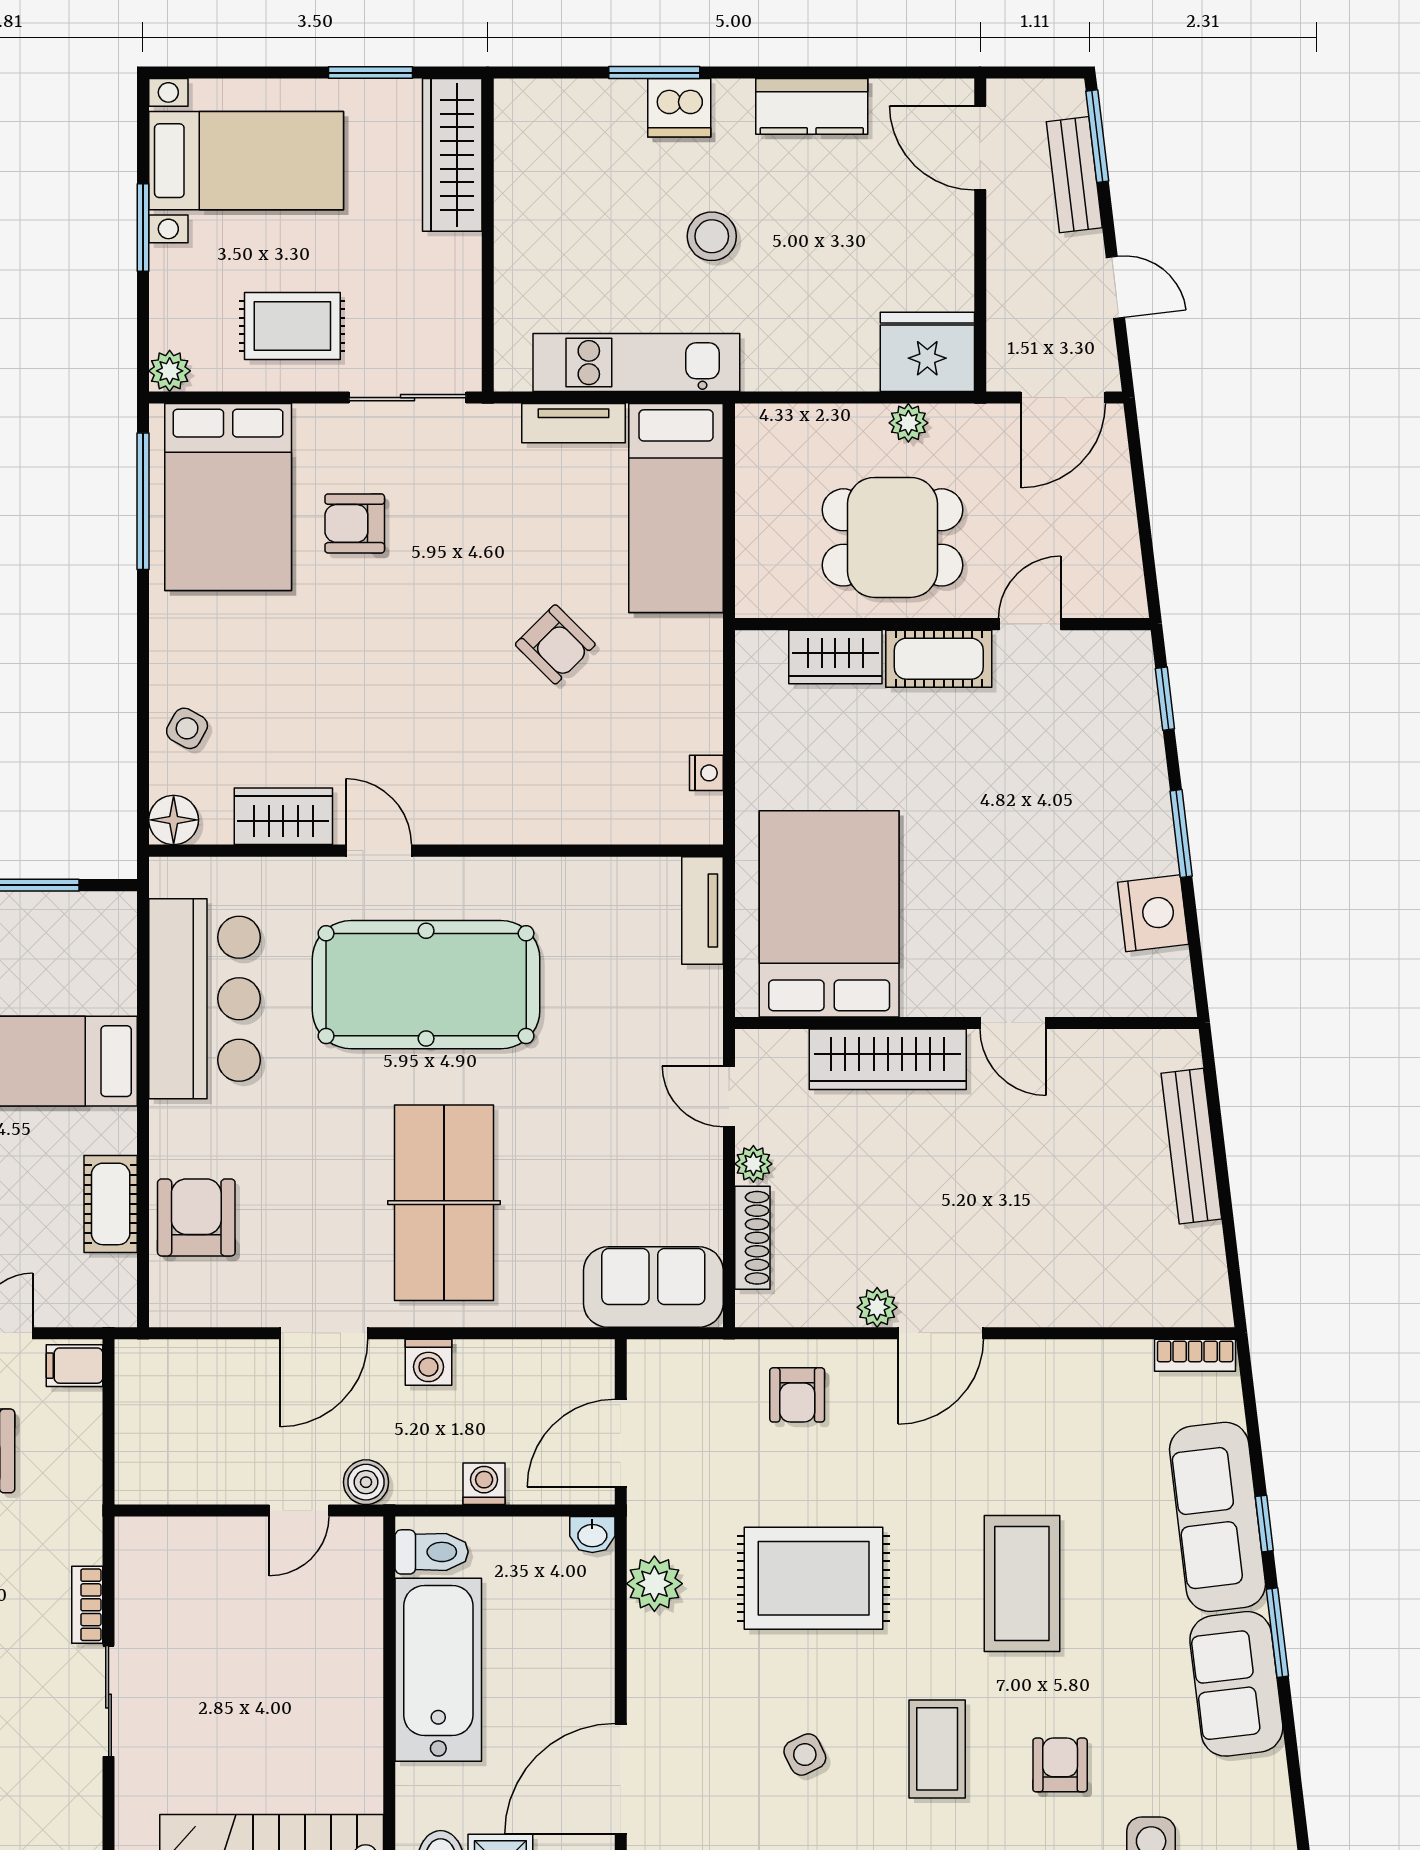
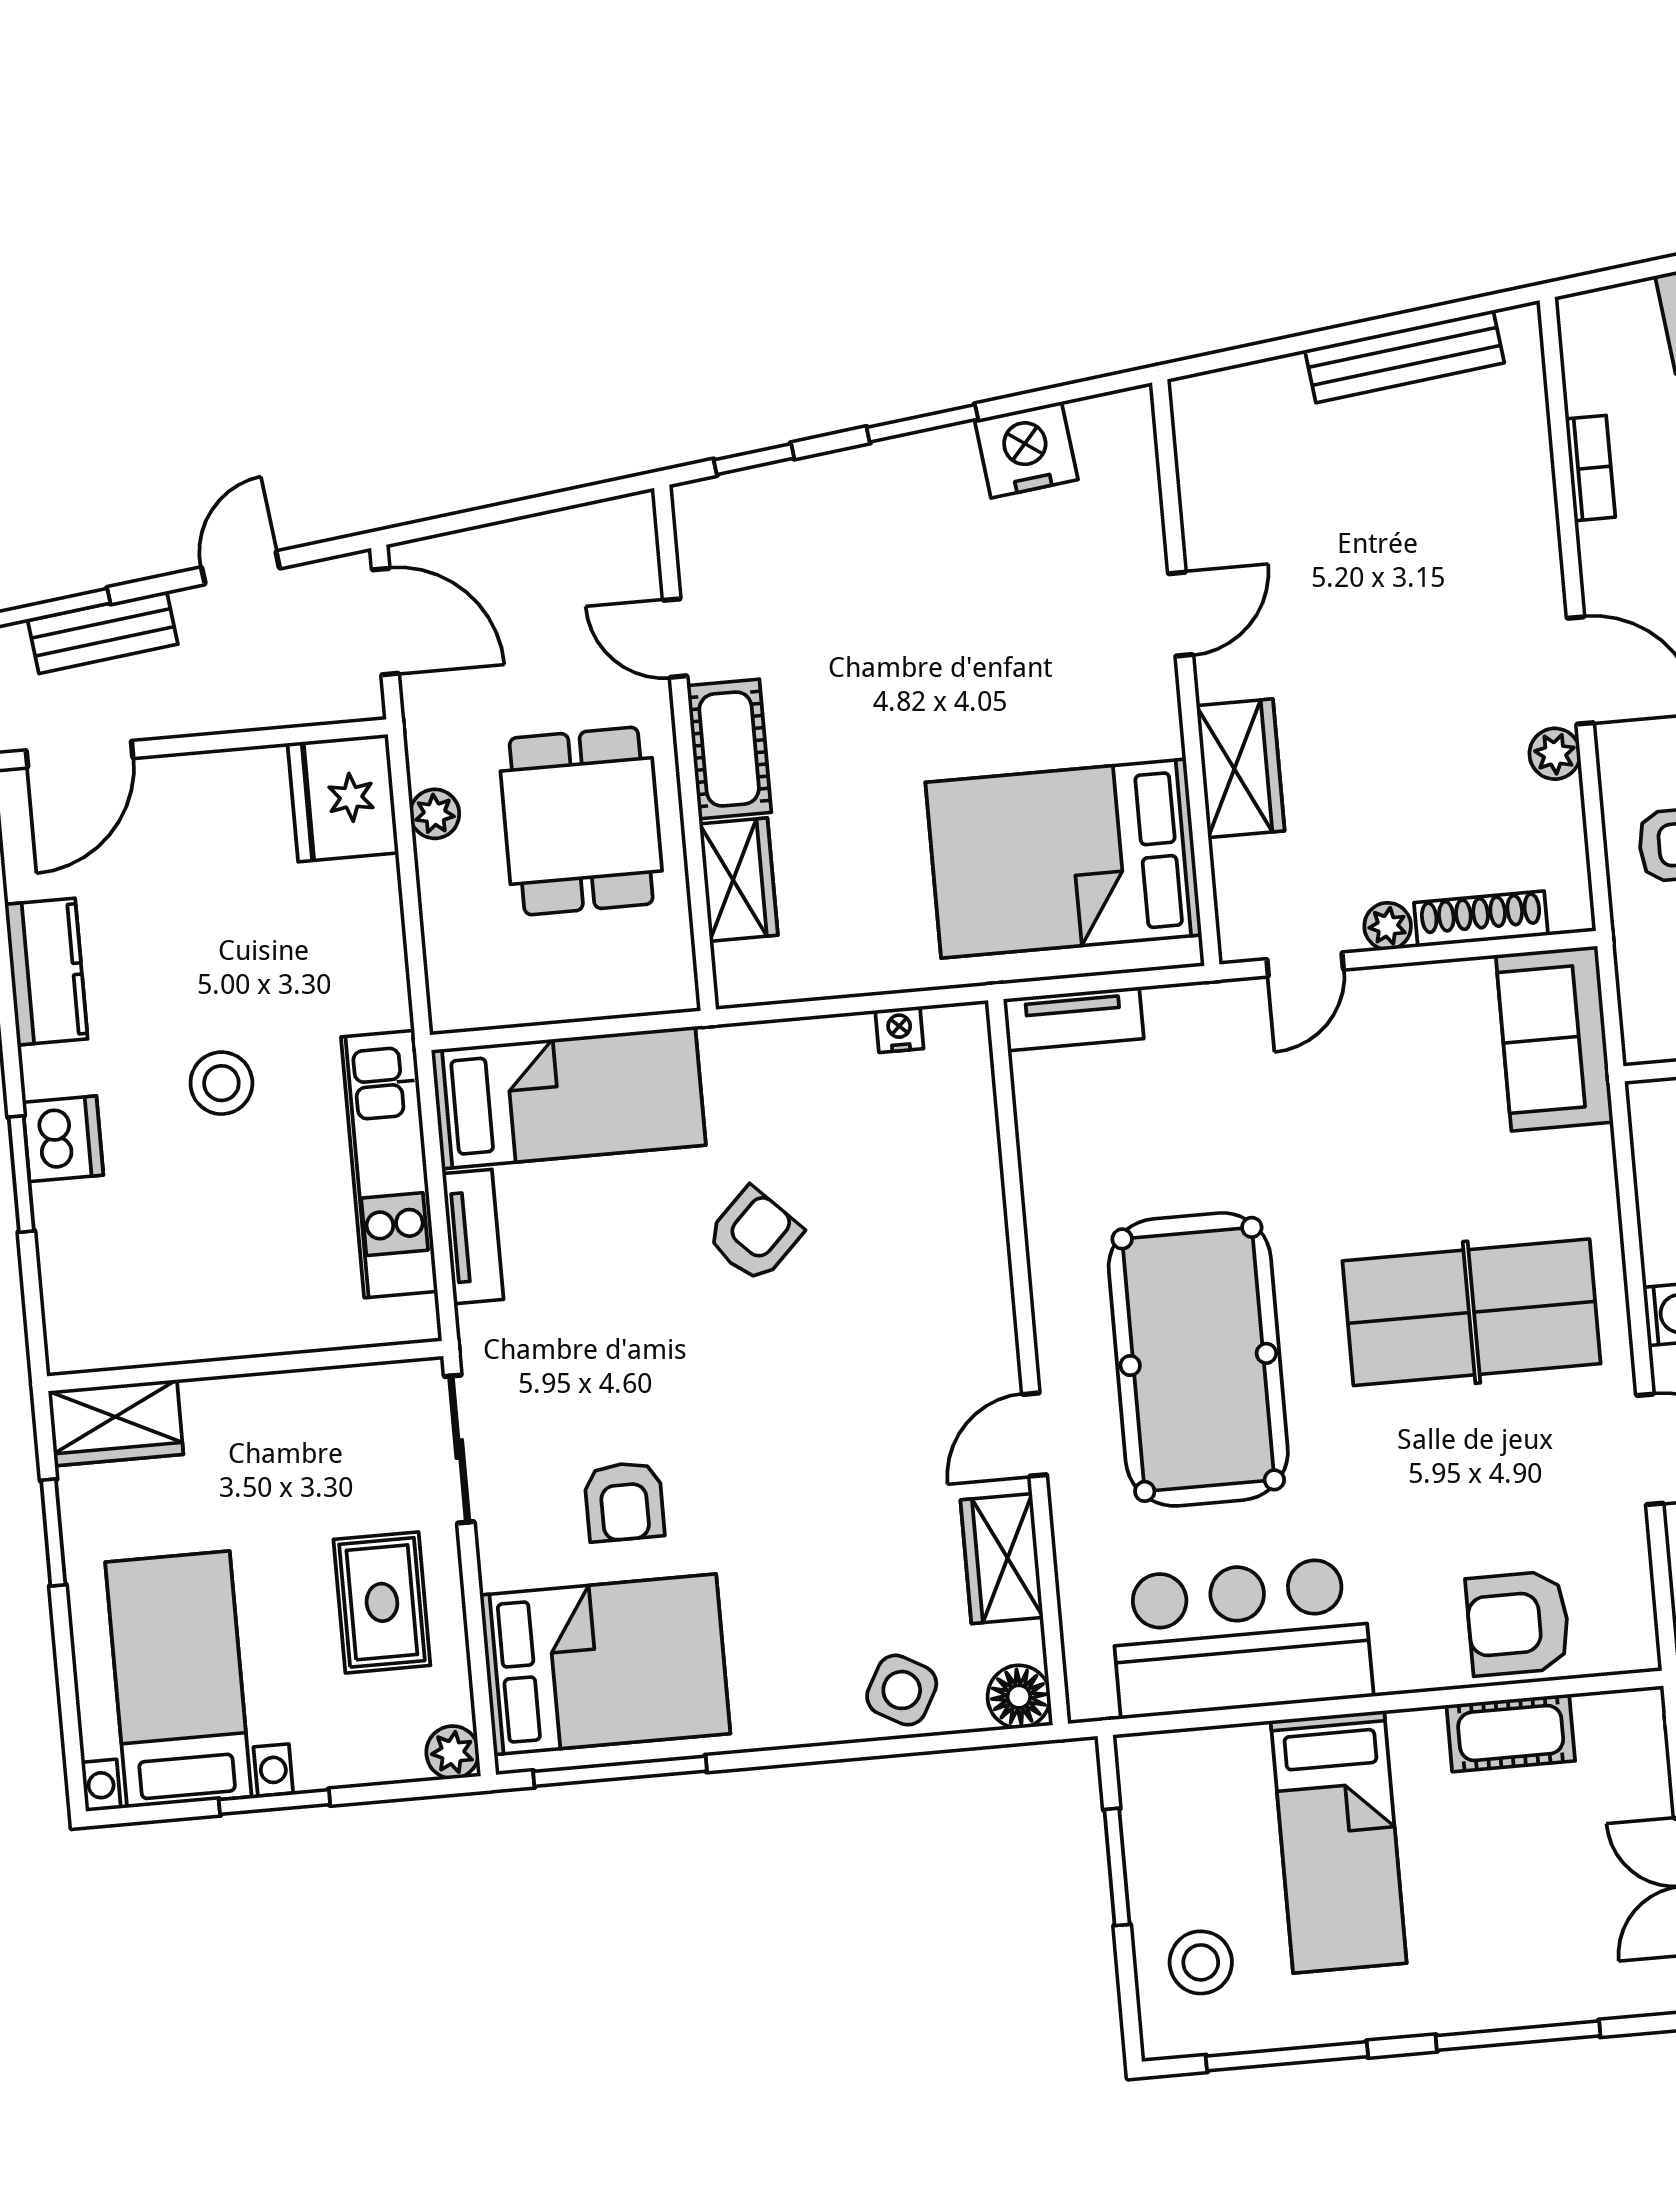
wardrobe: (452, 155) -> (116, 1423), width x0.67
side table: (187, 728) -> (902, 1690), width x1.37, depth x1.37
wardrobe: (888, 1059) -> (1240, 768), width x0.67
bench: (1191, 1146) -> (1404, 356), moved
bookcase: (1195, 1355) -> (1590, 468), moved

